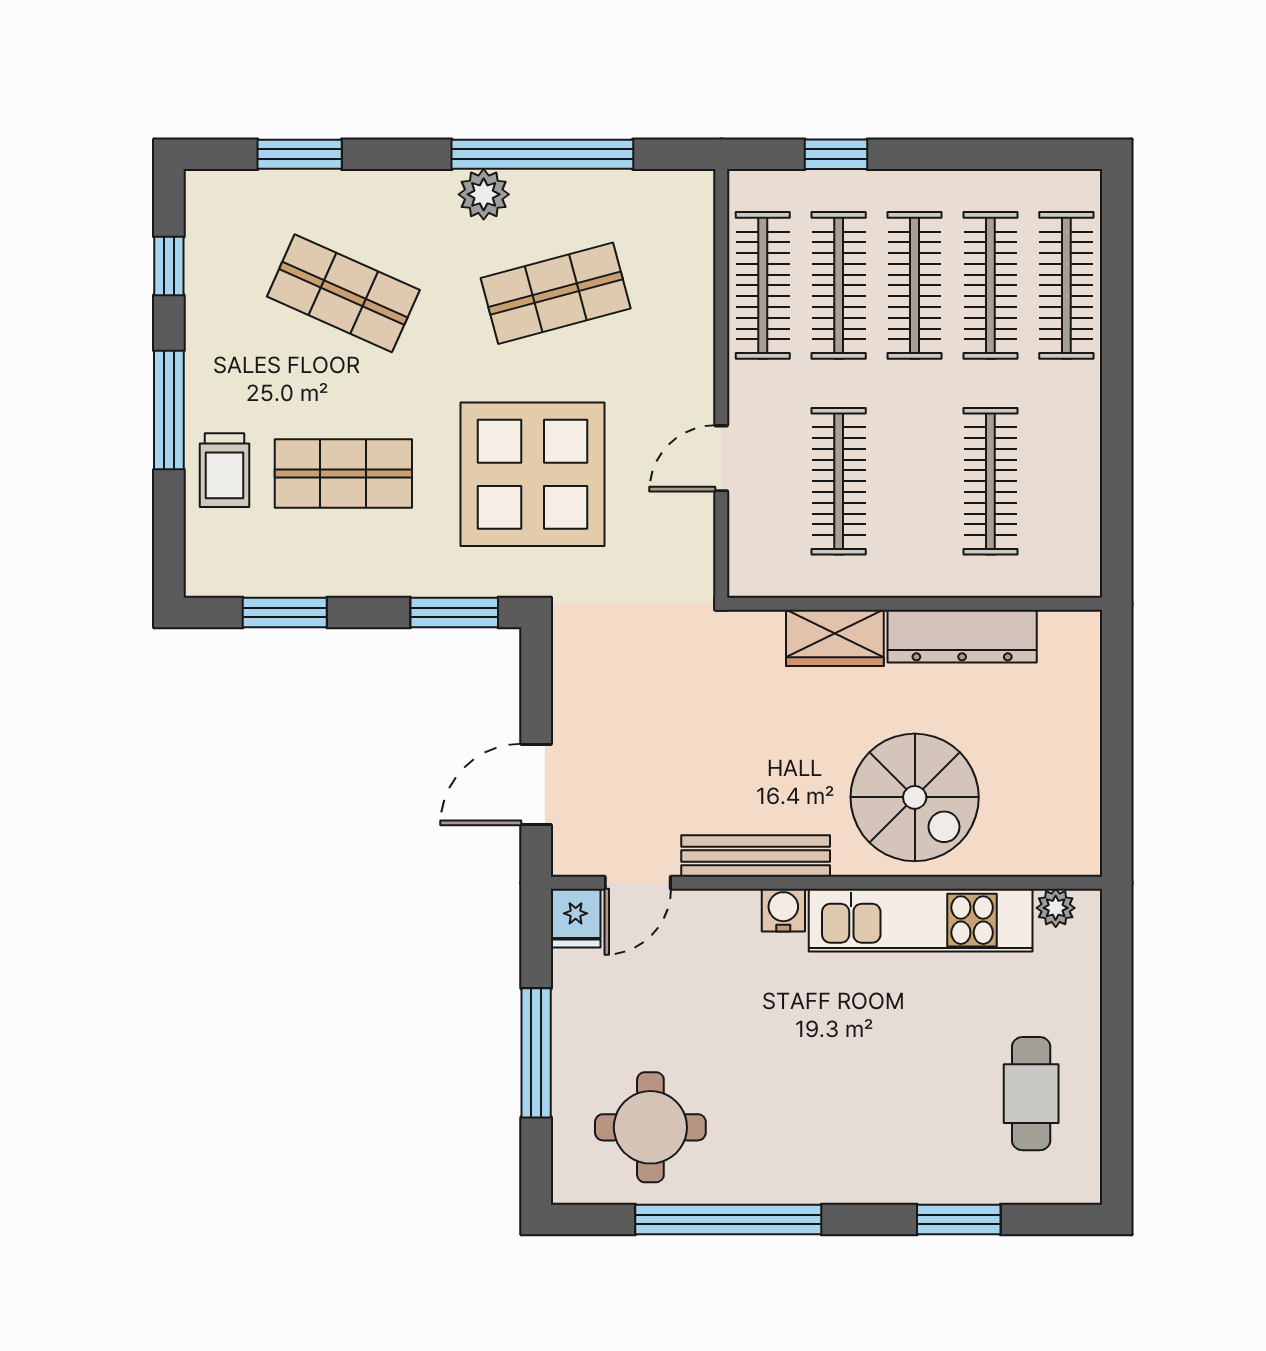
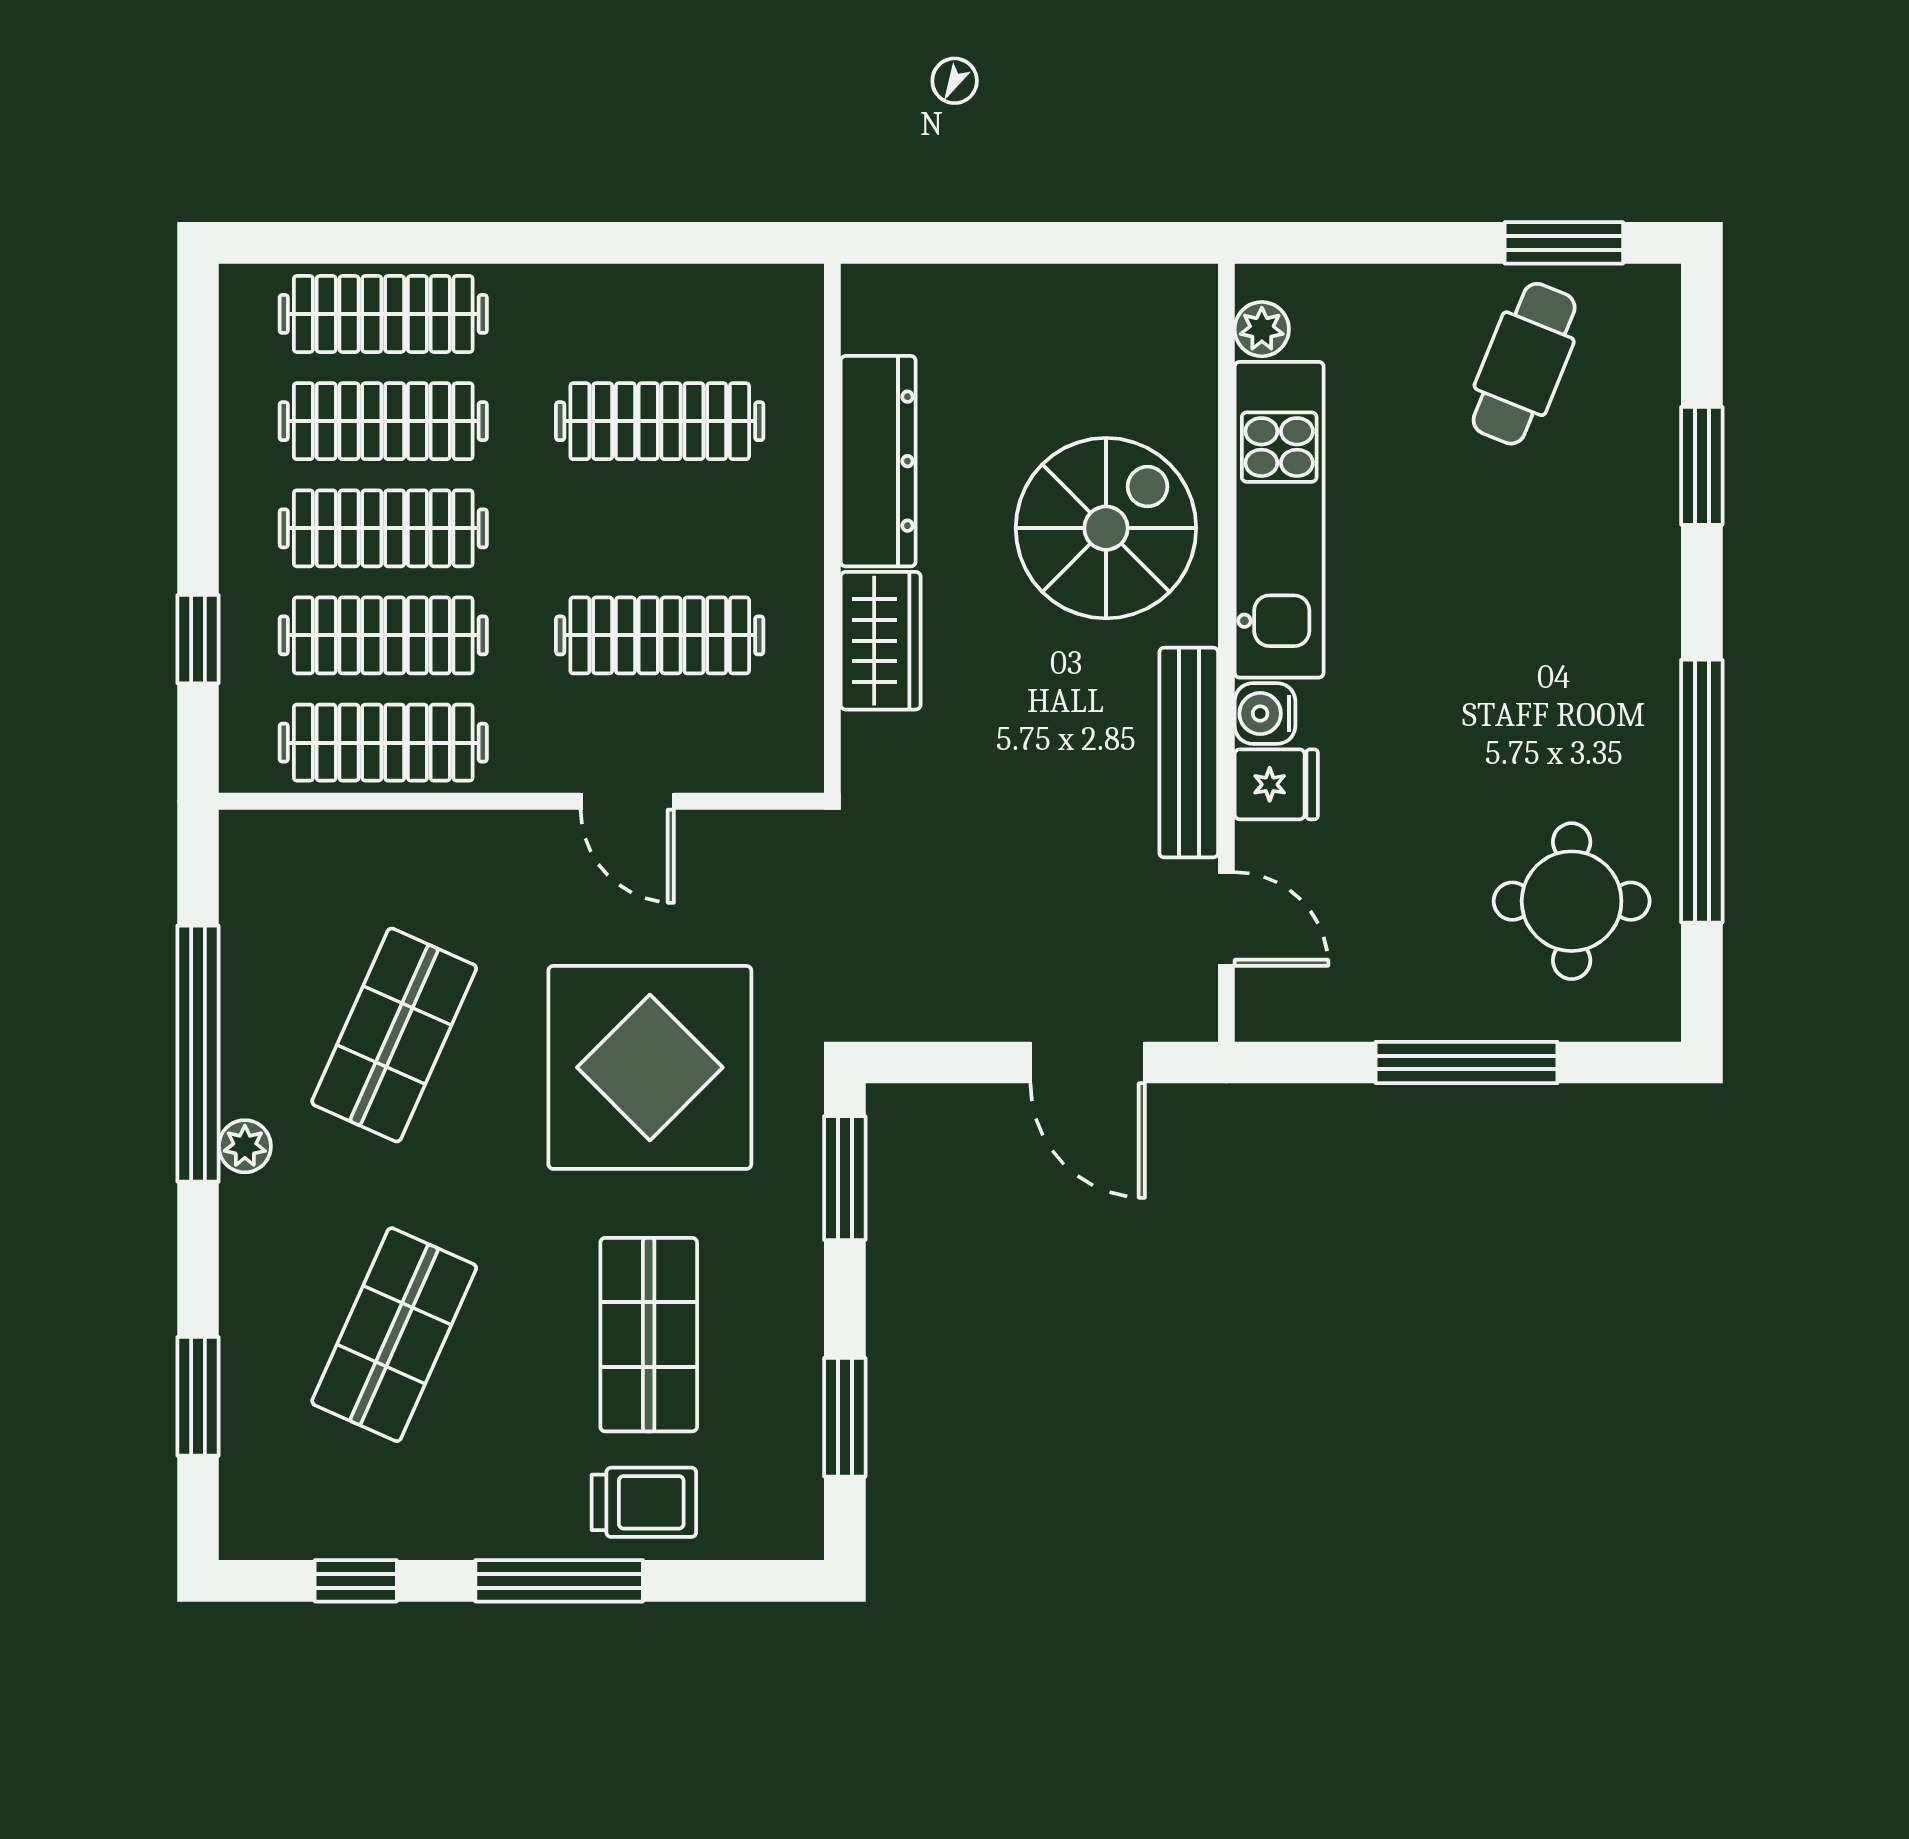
plant: (484, 194) -> (245, 1146), width x0.73, depth x0.73
shop shelf: (556, 293) -> (394, 1035), turned 39
fridge: (576, 918) -> (1276, 784), moved
cafe table: (1031, 1094) -> (1524, 364), turned -68
window: (1117, 1122) -> (1564, 243), added

